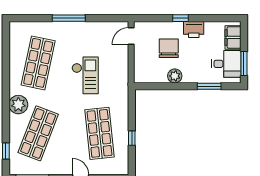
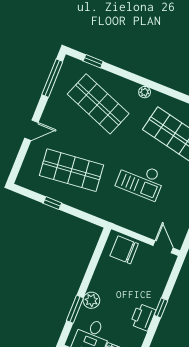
chair: (169, 48) -> (124, 250), moved, turned 180
plant: (175, 76) -> (91, 300), moved
plant: (18, 105) -> (145, 92), width x0.53, depth x0.53

